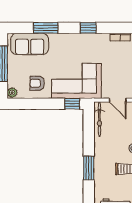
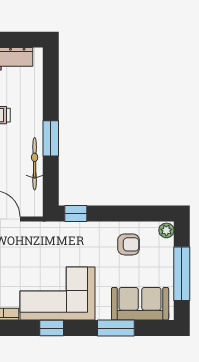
corner sofa: (76, 81) -> (57, 294), moved, turned 180
bicycle: (99, 119) -> (35, 164), moved
window: (89, 168) -> (51, 138), moved

